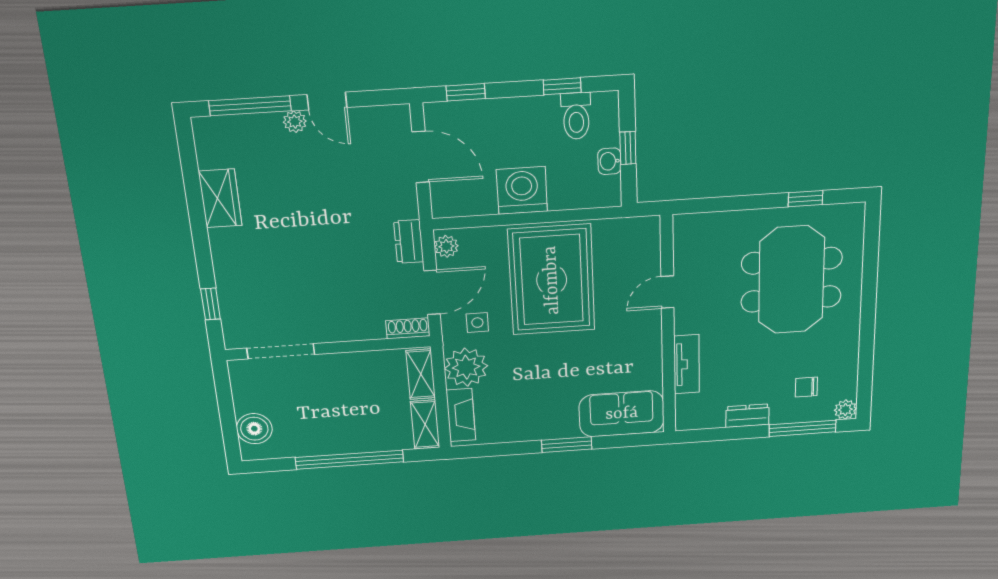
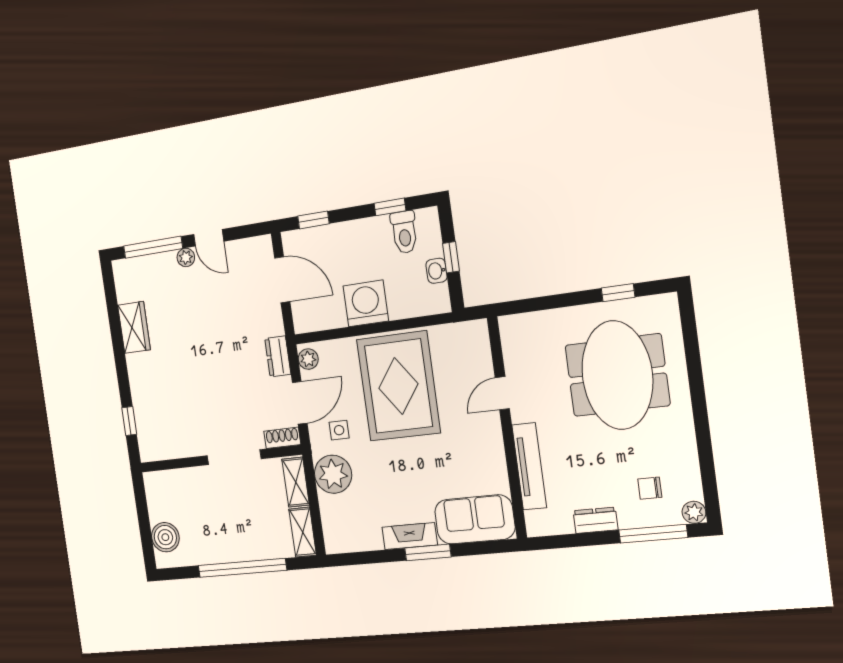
doorway: (281, 351) -> (234, 457), moved
tv unit: (687, 364) -> (529, 466), width x1.41
fireplace: (461, 415) -> (410, 536), moved, turned -90

